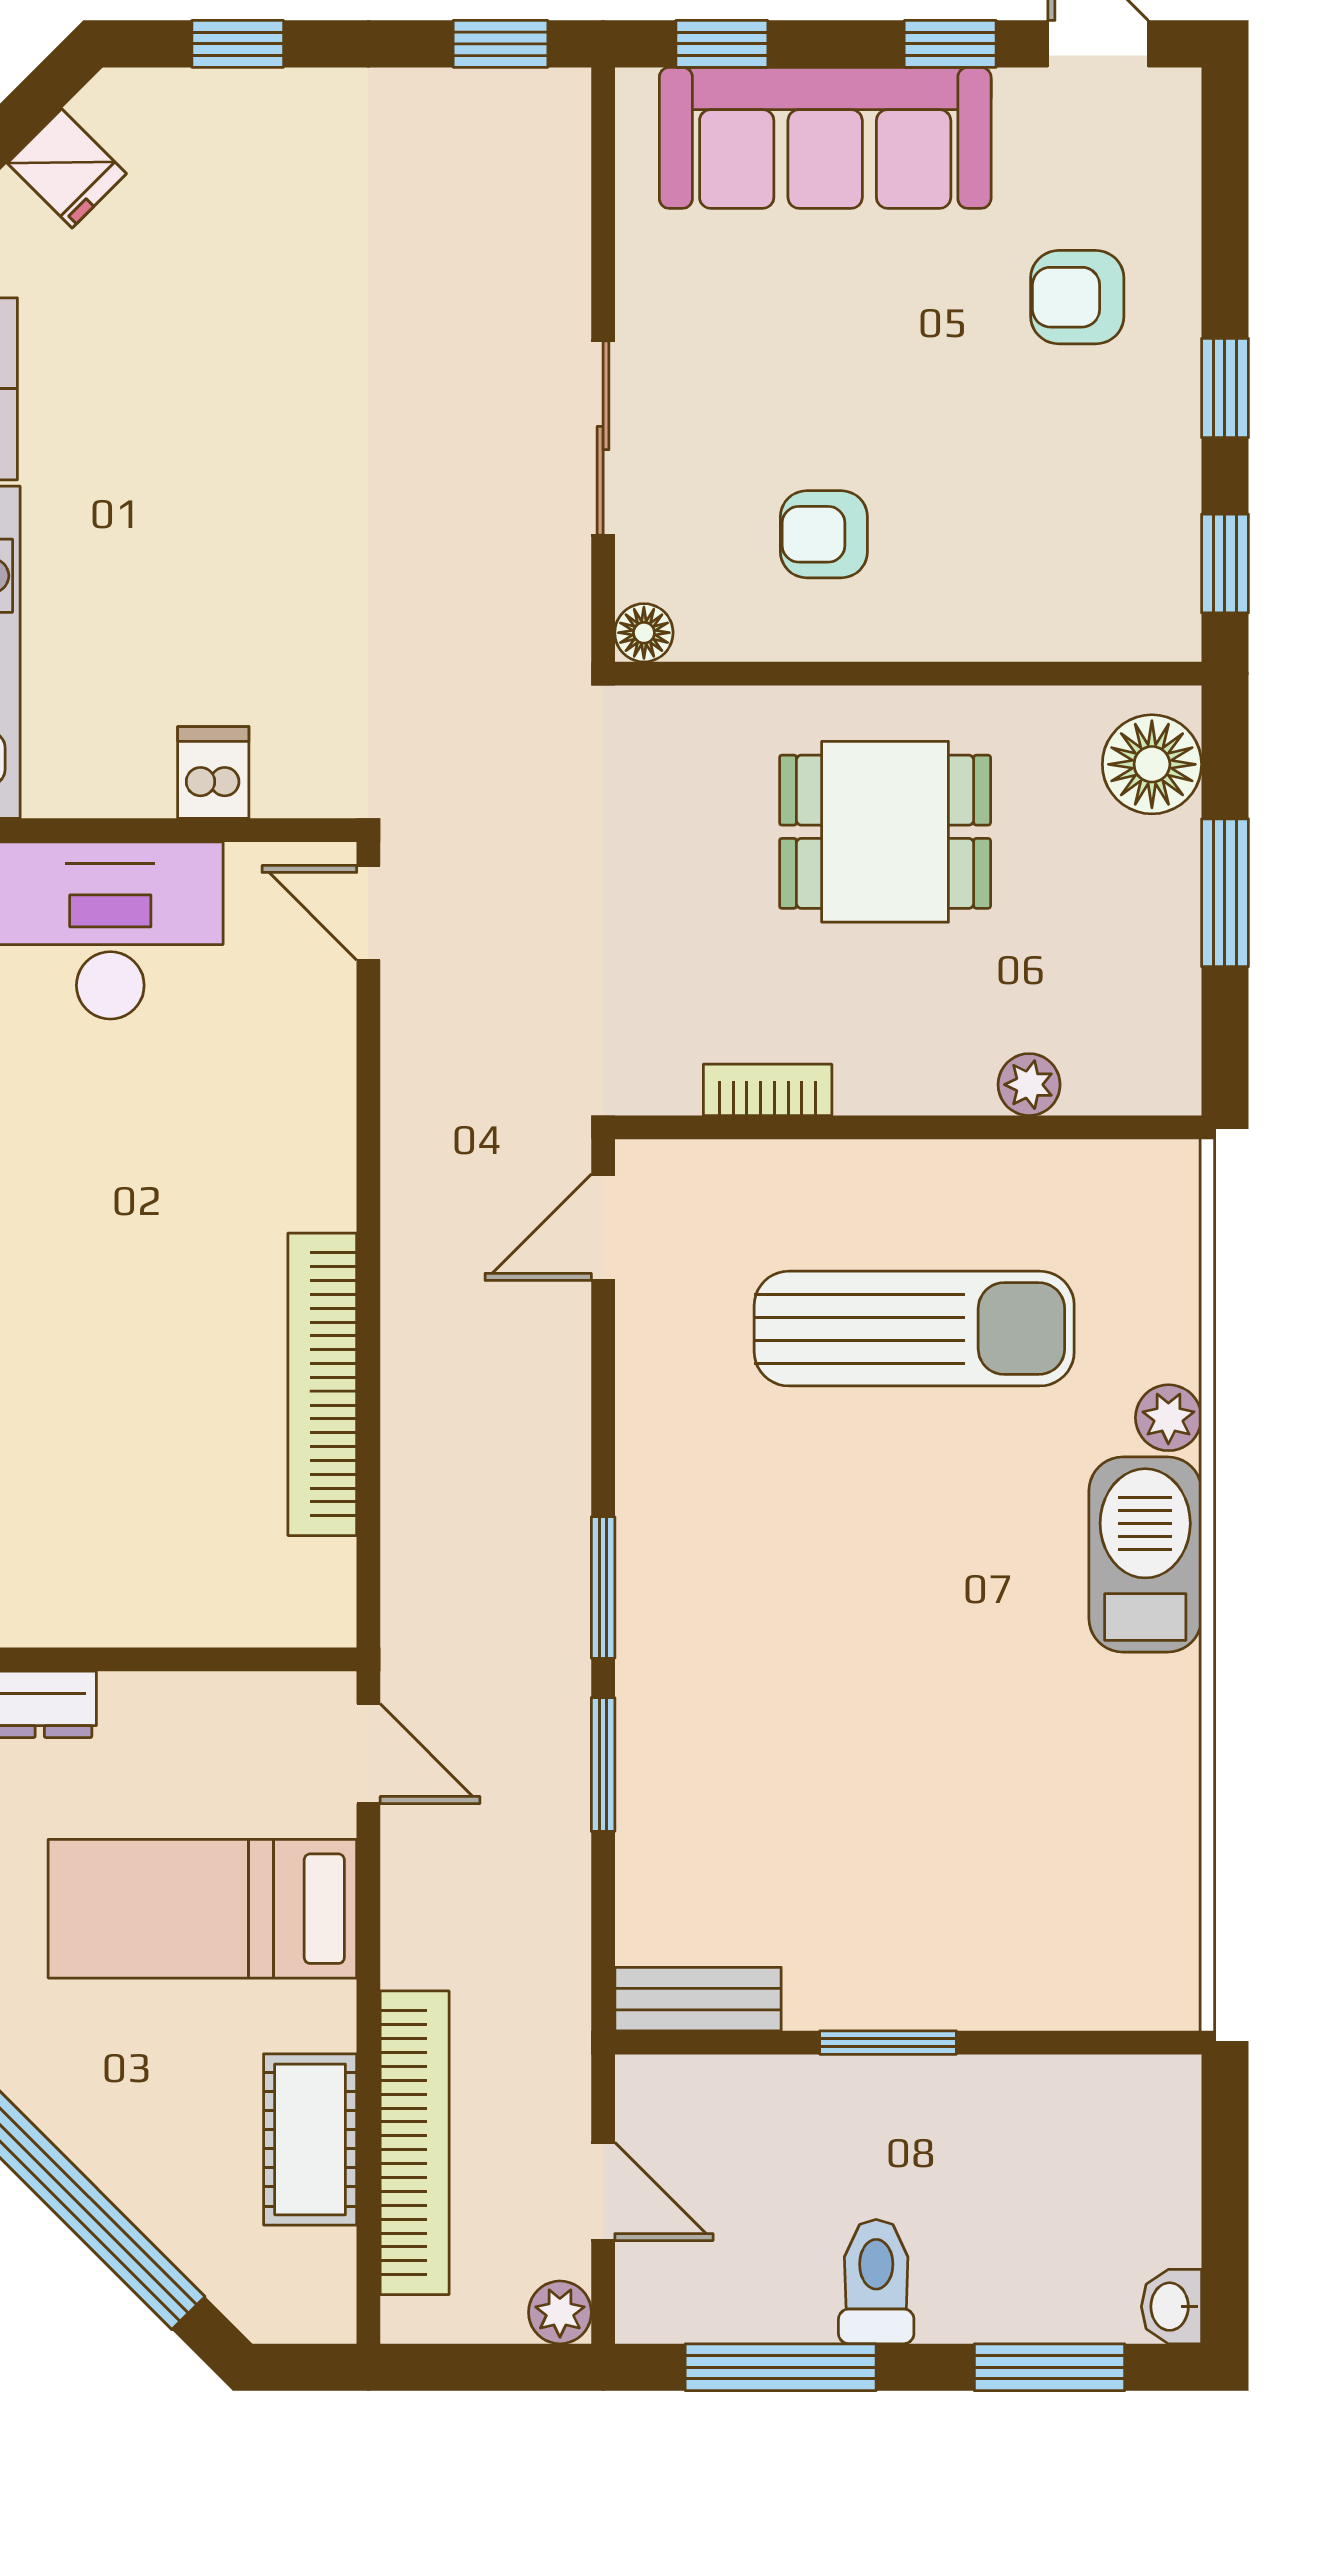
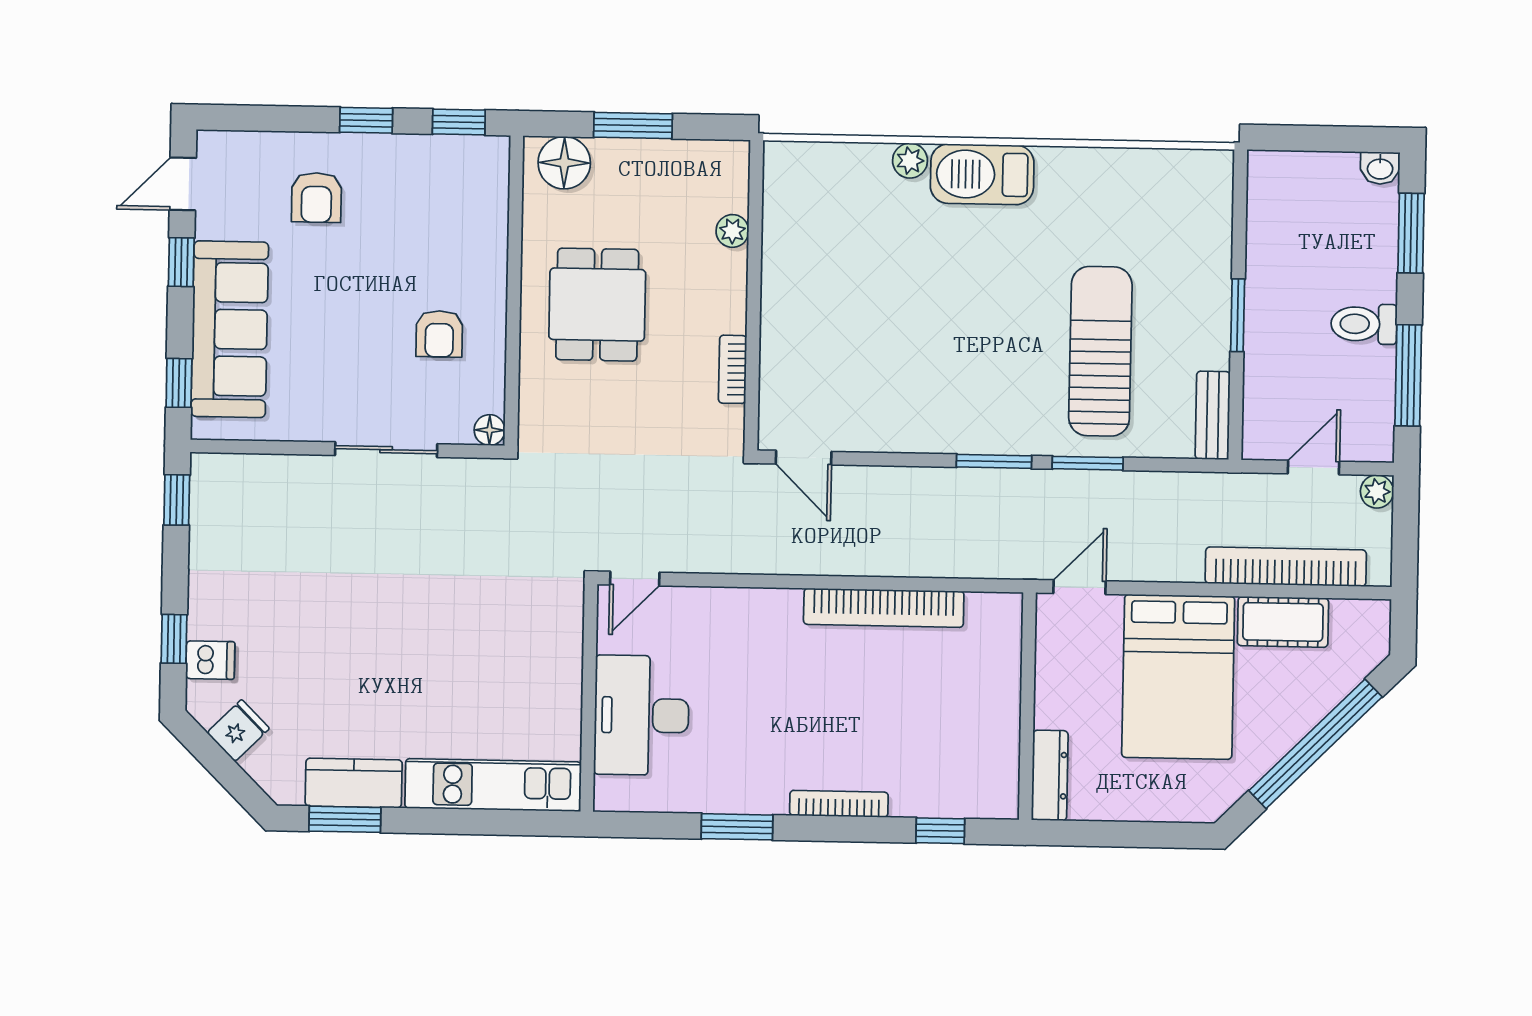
dishwasher: (213, 772) -> (210, 660), moved, turned 180
sun lounger: (914, 1329) -> (1100, 351), moved
bed: (202, 1909) -> (1178, 677), width x1.50

